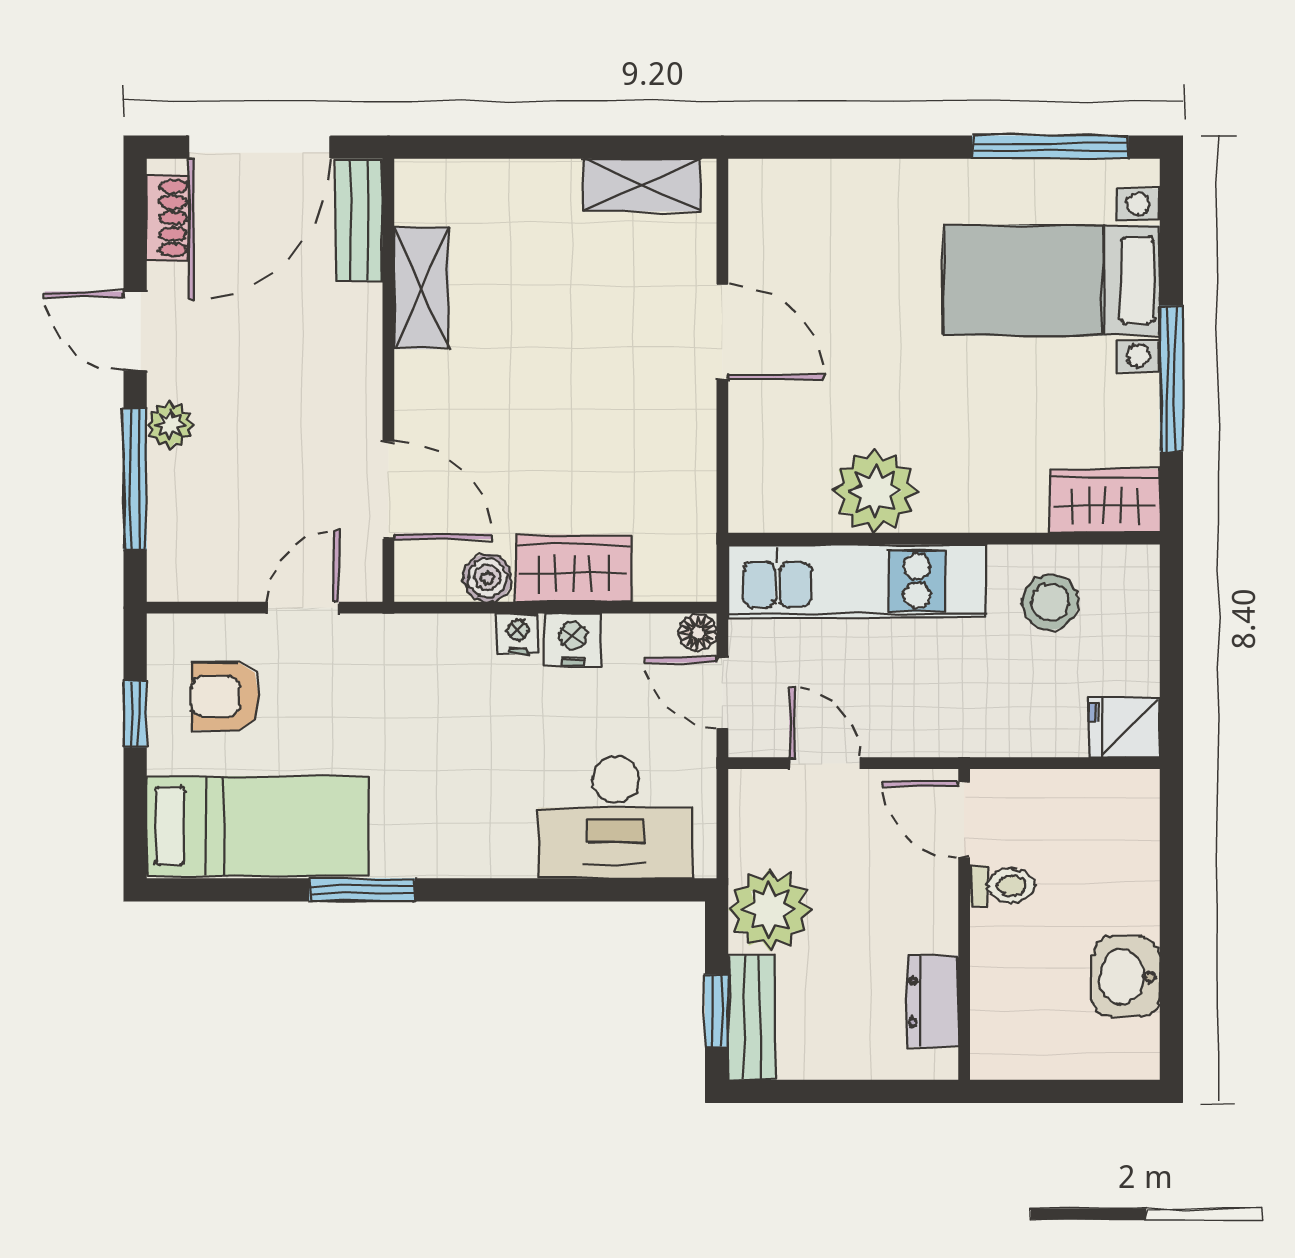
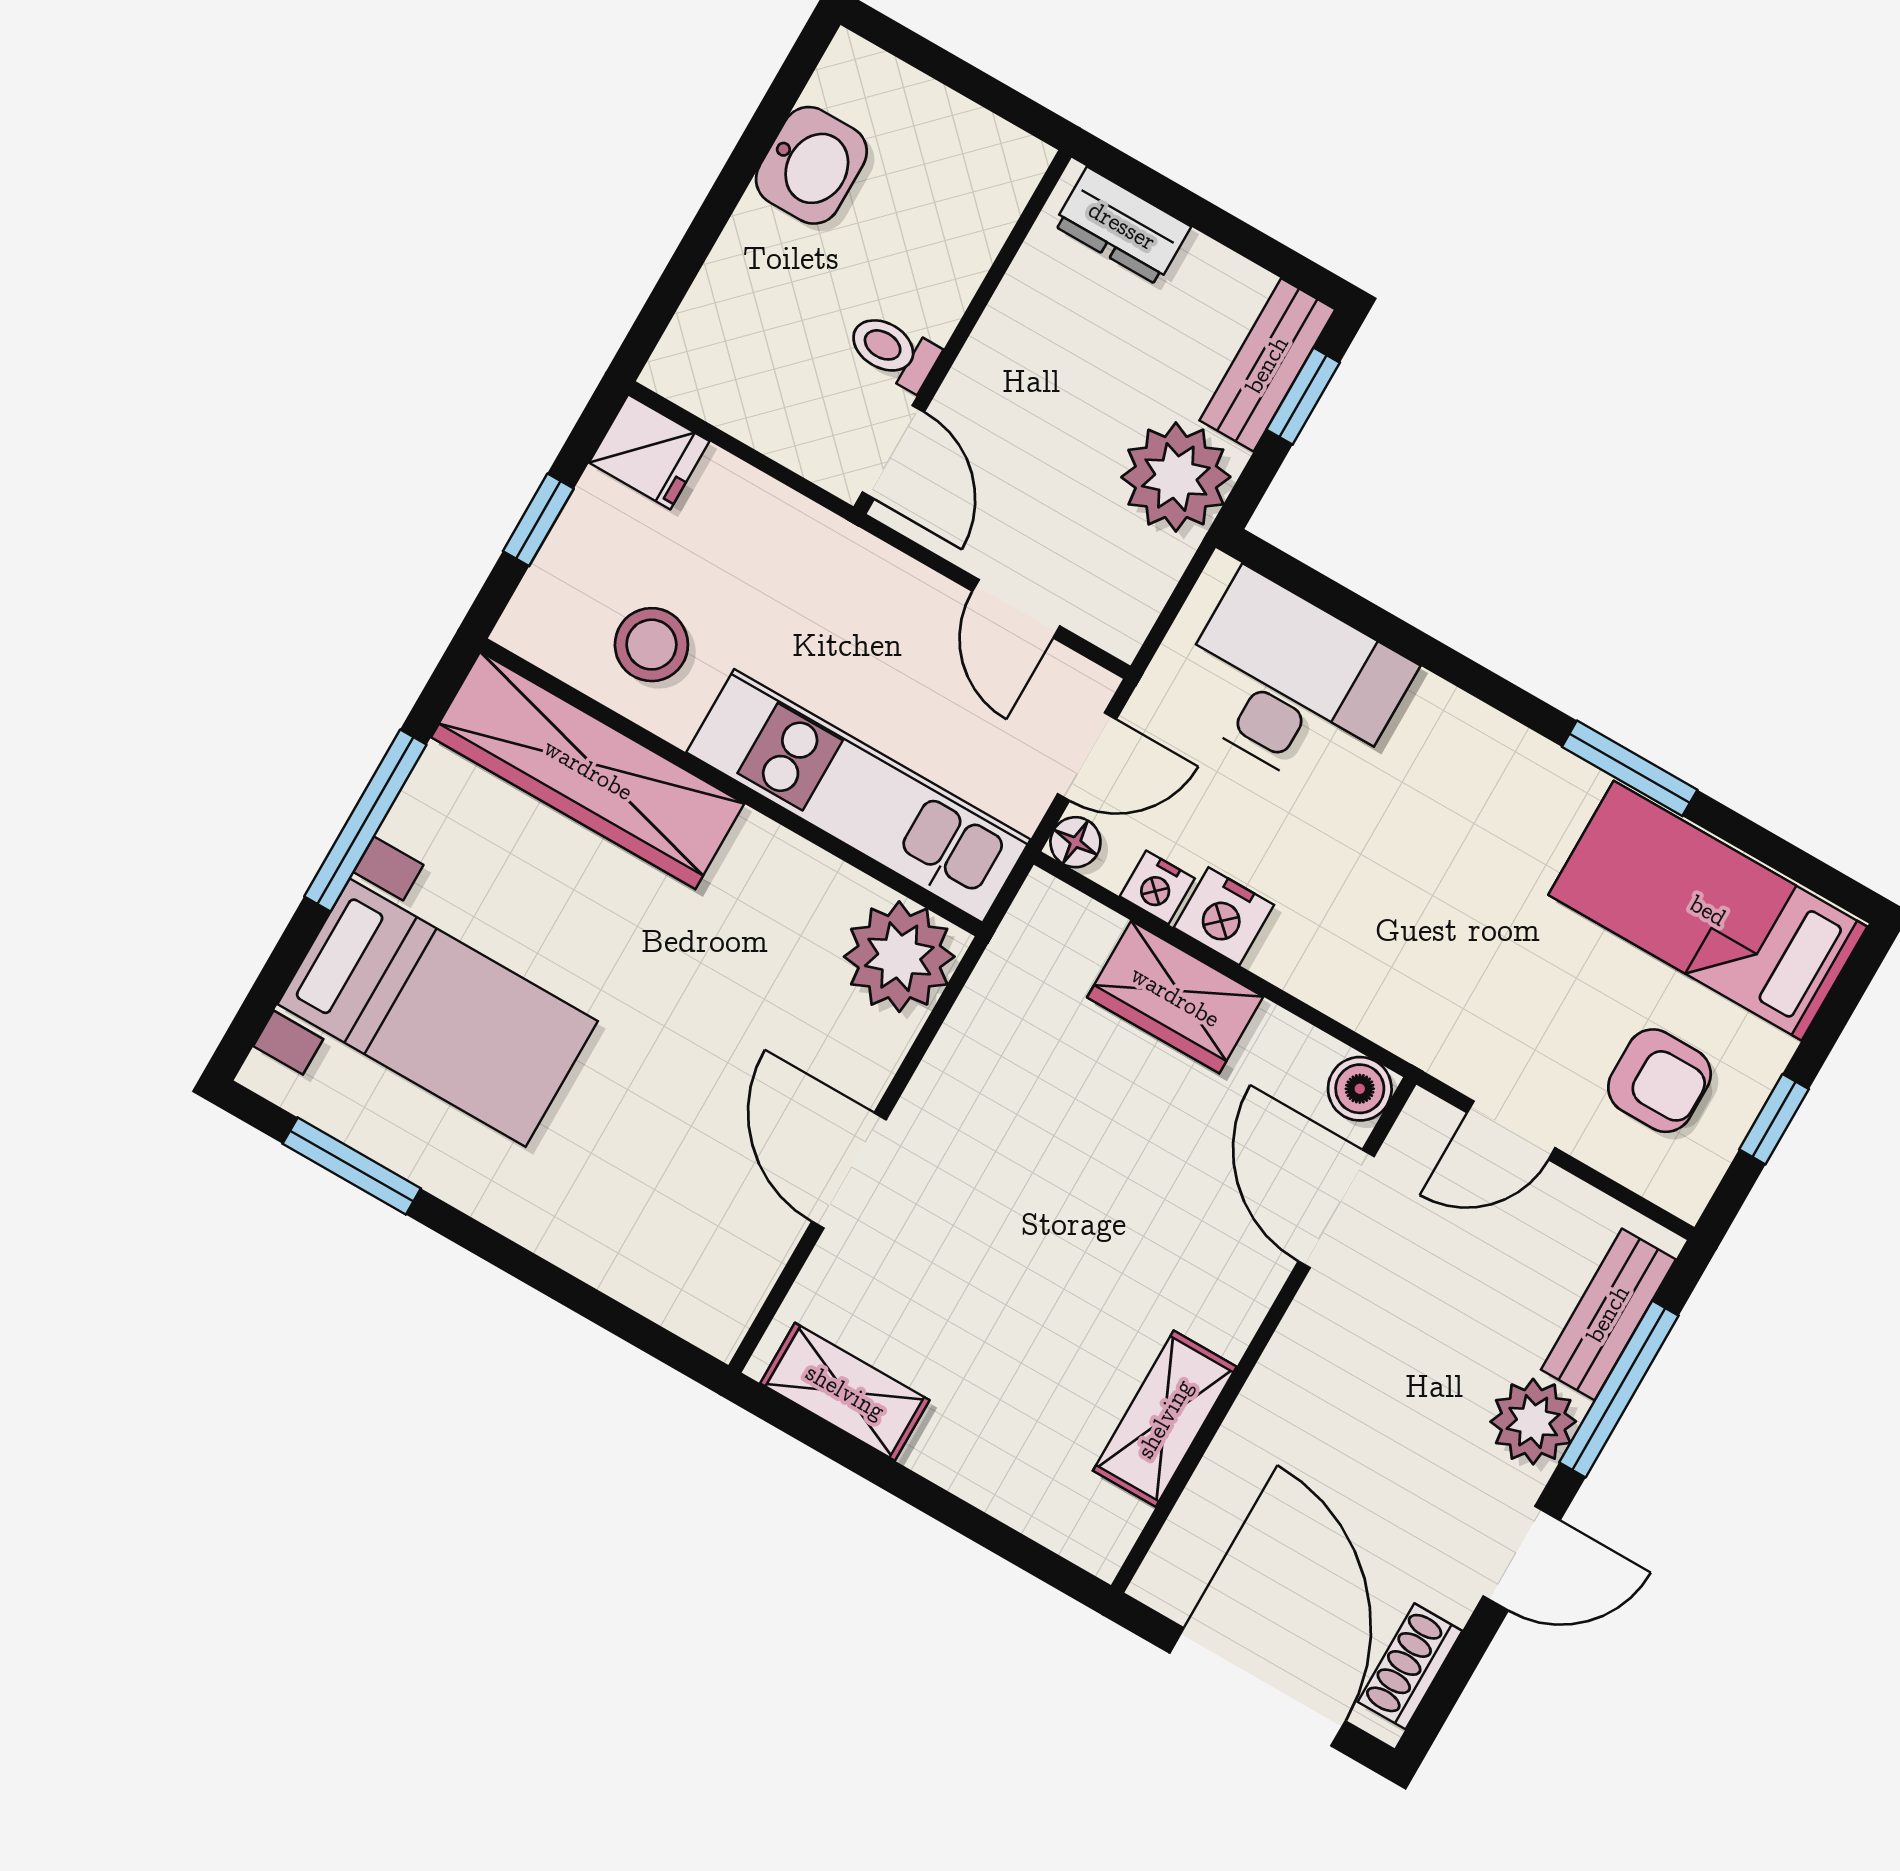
door: (260, 147) -> (1258, 1687), hinge flipped
window: (1050, 147) -> (352, 1166), width x0.69
bench: (359, 220) -> (1608, 1314), moved
door: (135, 331) -> (1522, 1558), hinge flipped
plant: (170, 425) -> (1533, 1422), width x1.38, depth x1.38
plant: (875, 491) -> (899, 957), moved
wardrobe: (1105, 501) -> (588, 770), width x2.10, depth x1.17
boiler: (487, 578) -> (1360, 1089), moved
nightstand: (518, 634) -> (1157, 887), moved
window: (1171, 641) -> (538, 520), added
door: (722, 693) -> (1087, 757), hinge flipped
dresser: (933, 1001) -> (1122, 226), moved, turned 90

